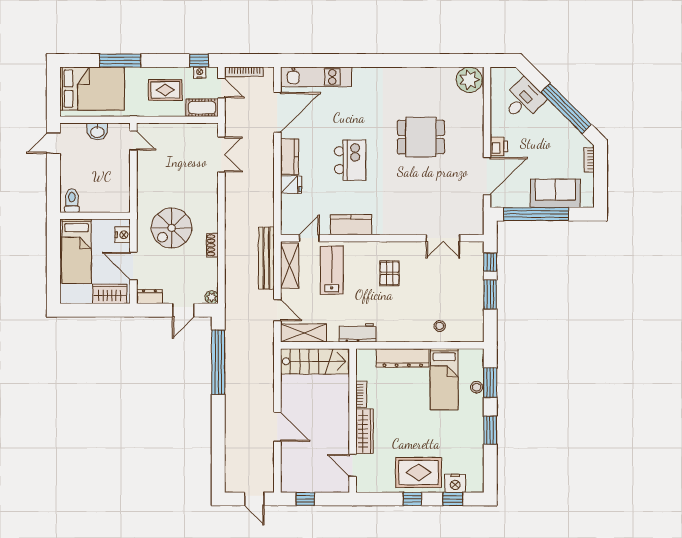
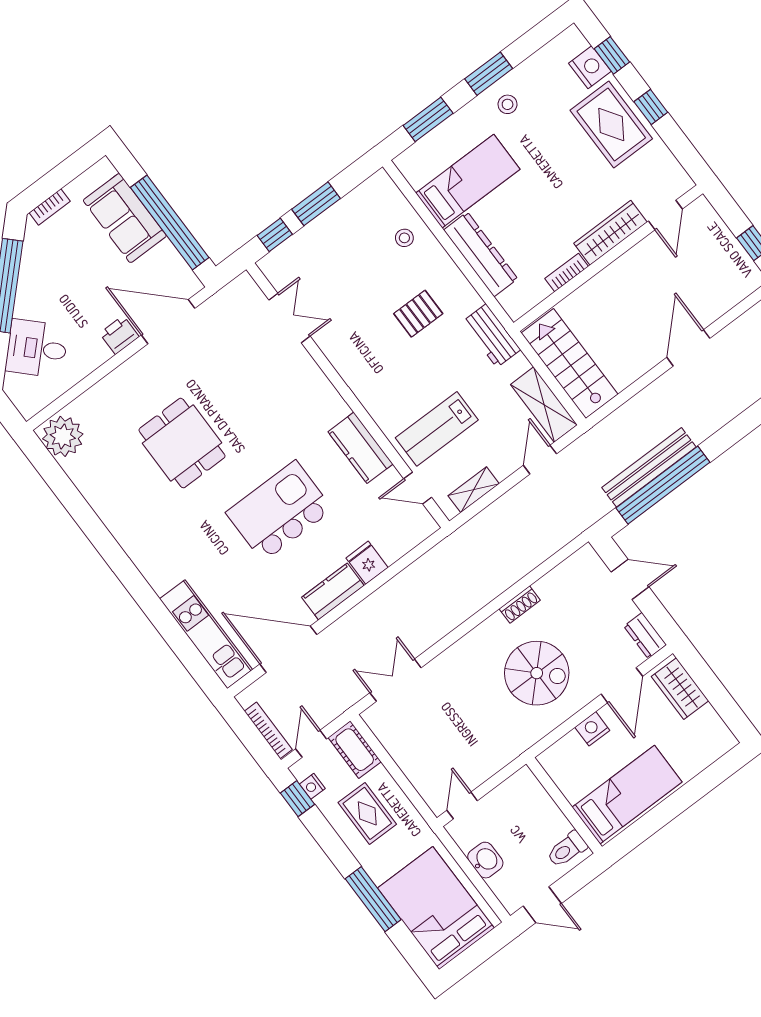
kitchen island: (350, 160) -> (279, 511), width x1.37, depth x1.28
toilet: (72, 200) -> (567, 849), moved
wall: (95, 216) -> (564, 805), moved
bed: (77, 251) -> (627, 795), moved
bench: (266, 258) -> (649, 467), moved
shelving: (290, 266) -> (474, 490), width x0.67, depth x0.75
pallet: (389, 273) -> (418, 314), moved
plant: (212, 297) -> (586, 556), removed
stool: (477, 387) -> (508, 104), moved

